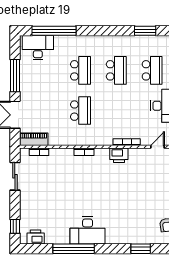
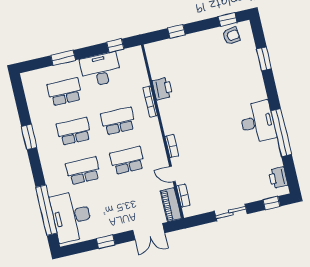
window: (145, 31) -> (29, 137), moved
desk: (38, 48) -> (71, 216), width x1.36, depth x1.30
window: (15, 76) -> (106, 242), width x0.46
school desk: (116, 111) -> (118, 121), added
door: (158, 147) -> (172, 174), moved
printer: (119, 155) -> (162, 89), moved
sliding door: (15, 176) -> (231, 213), moved

